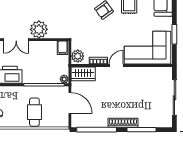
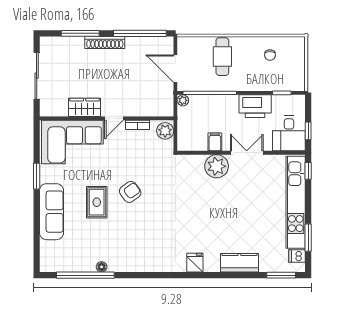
window: (174, 34) -> (37, 176), moved
filing cabinet: (62, 48) -> (215, 142), moved
wardrobe: (83, 74) -> (85, 107), moved

